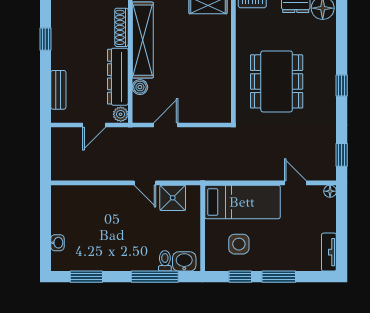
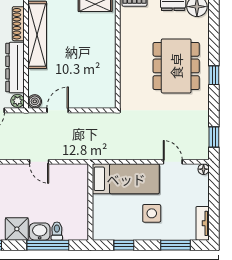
dining table: (277, 81) -> (176, 66), moved
boiler: (140, 87) -> (35, 101), moved
shower: (173, 198) -> (17, 229), moved
side table: (239, 244) -> (152, 213), moved
washbasin: (184, 261) -> (40, 232), moved
window: (279, 277) -> (175, 245), moved

